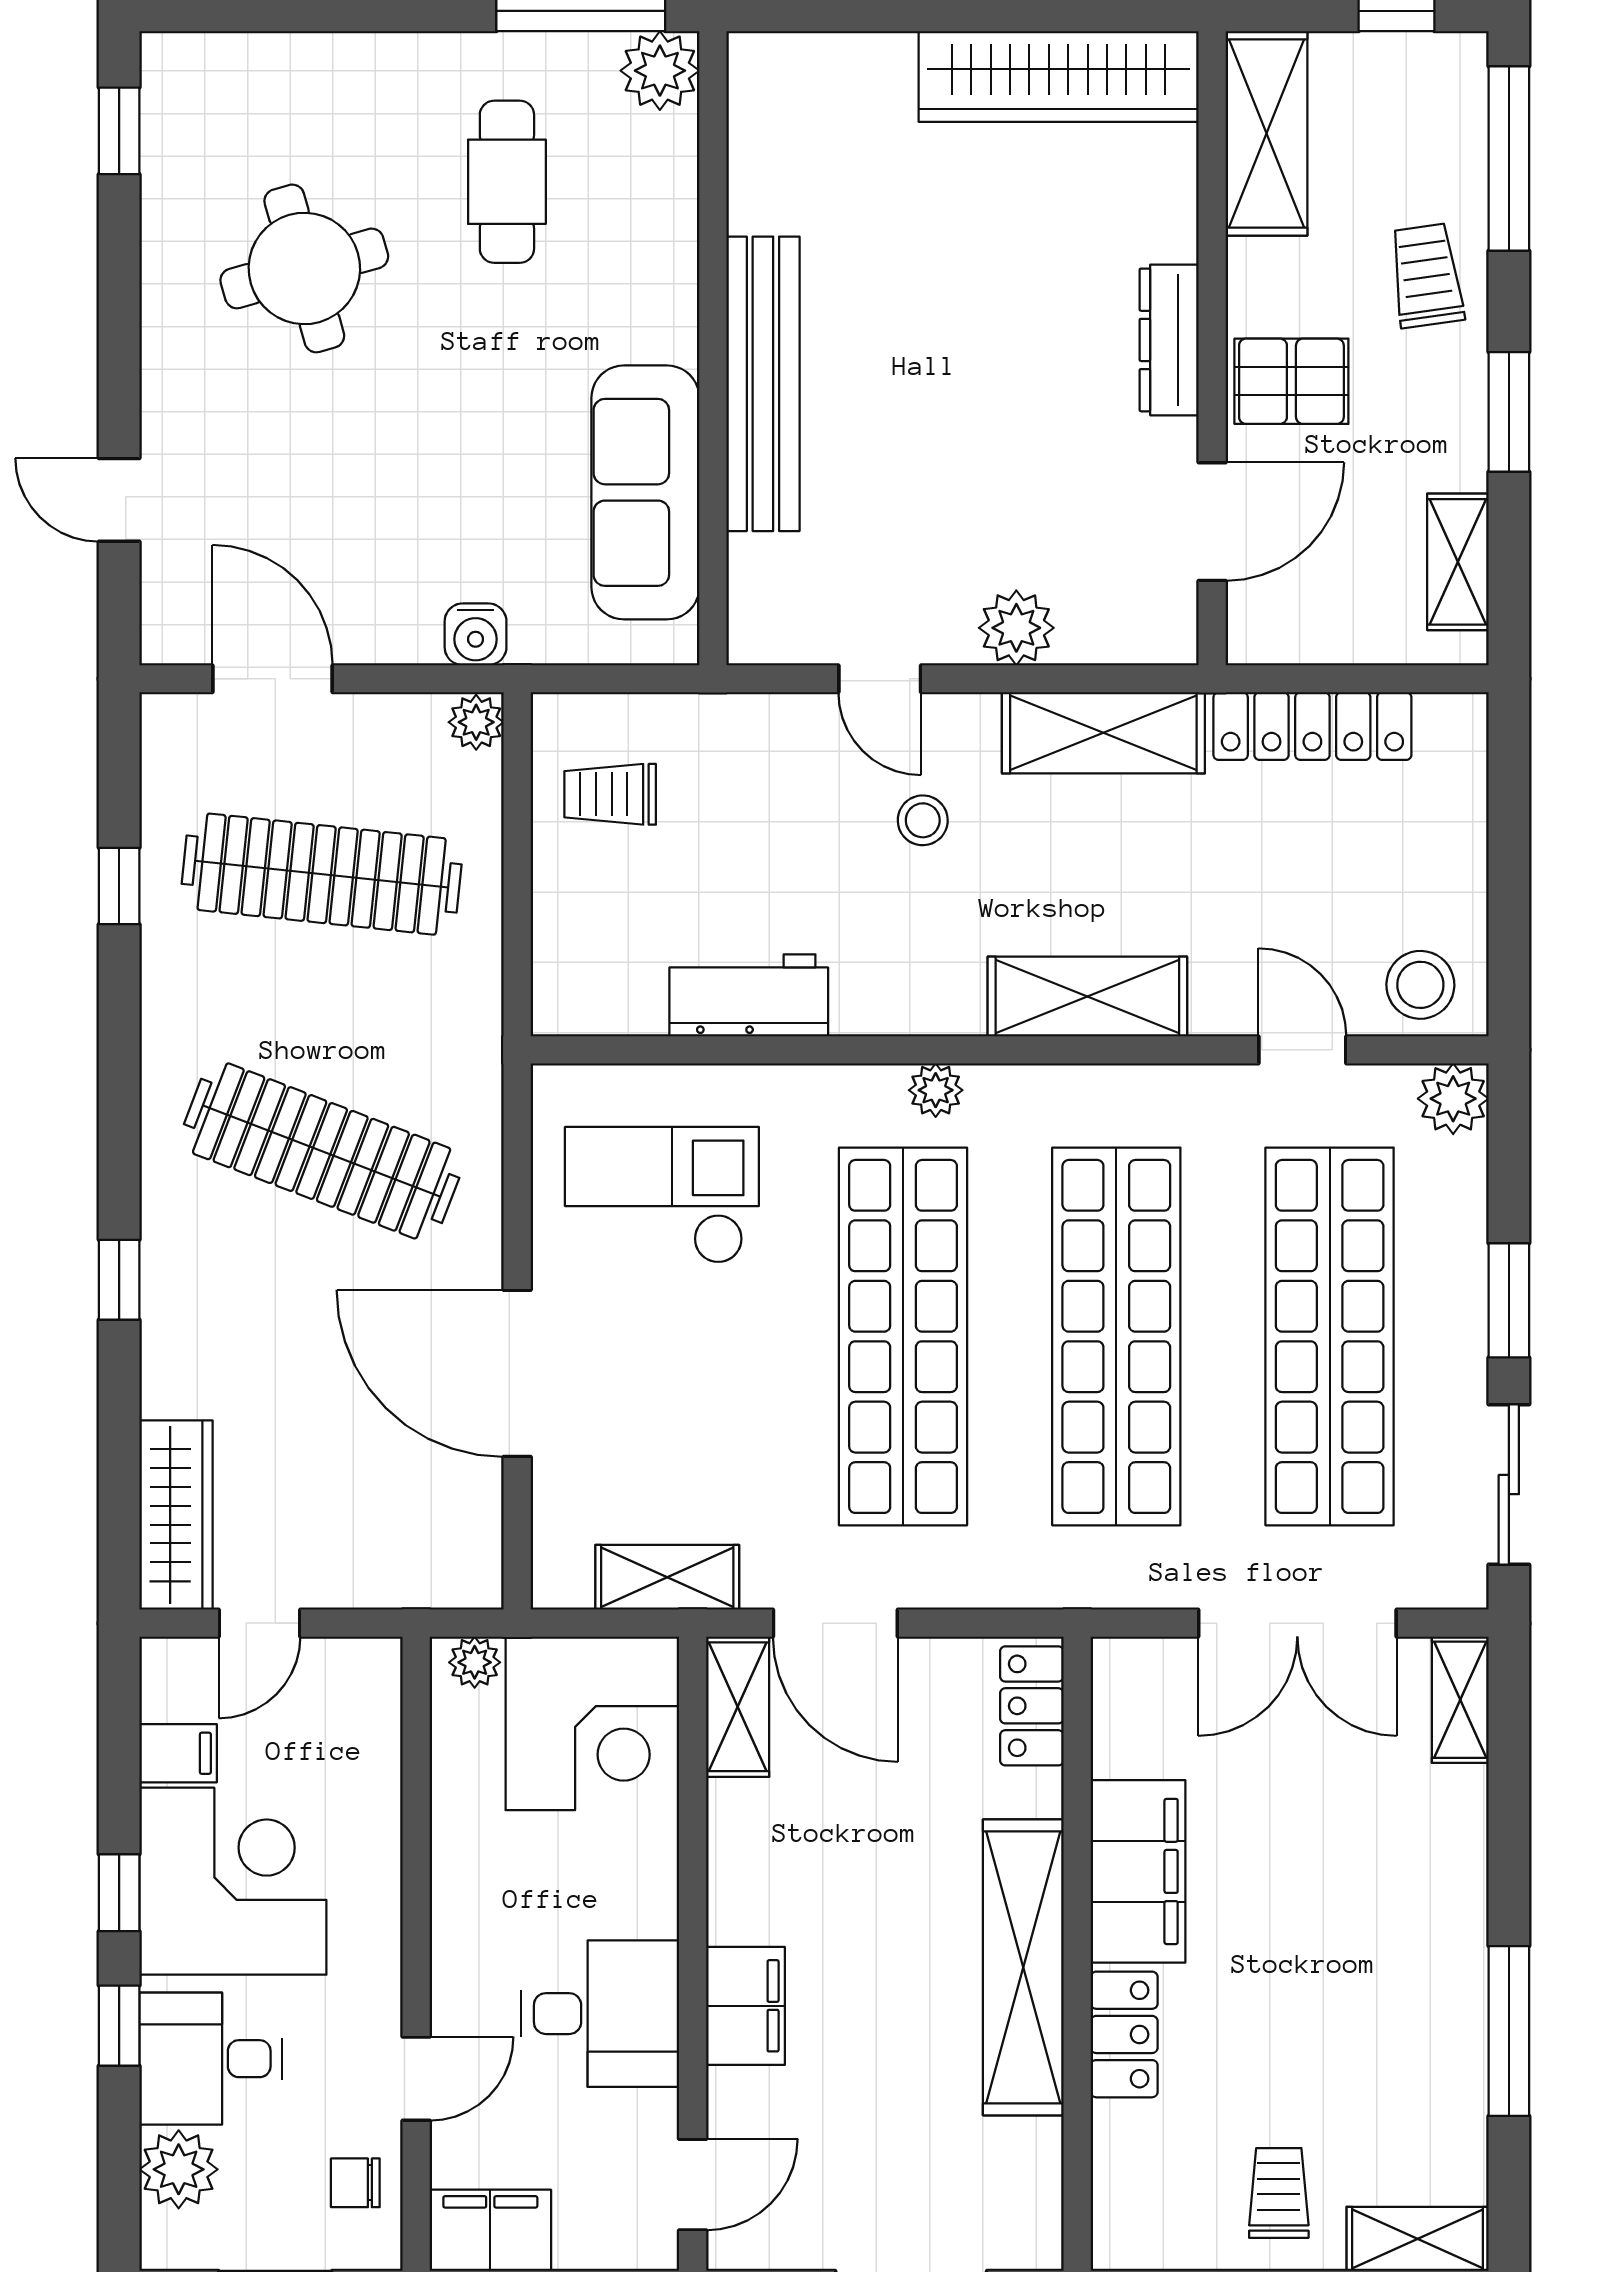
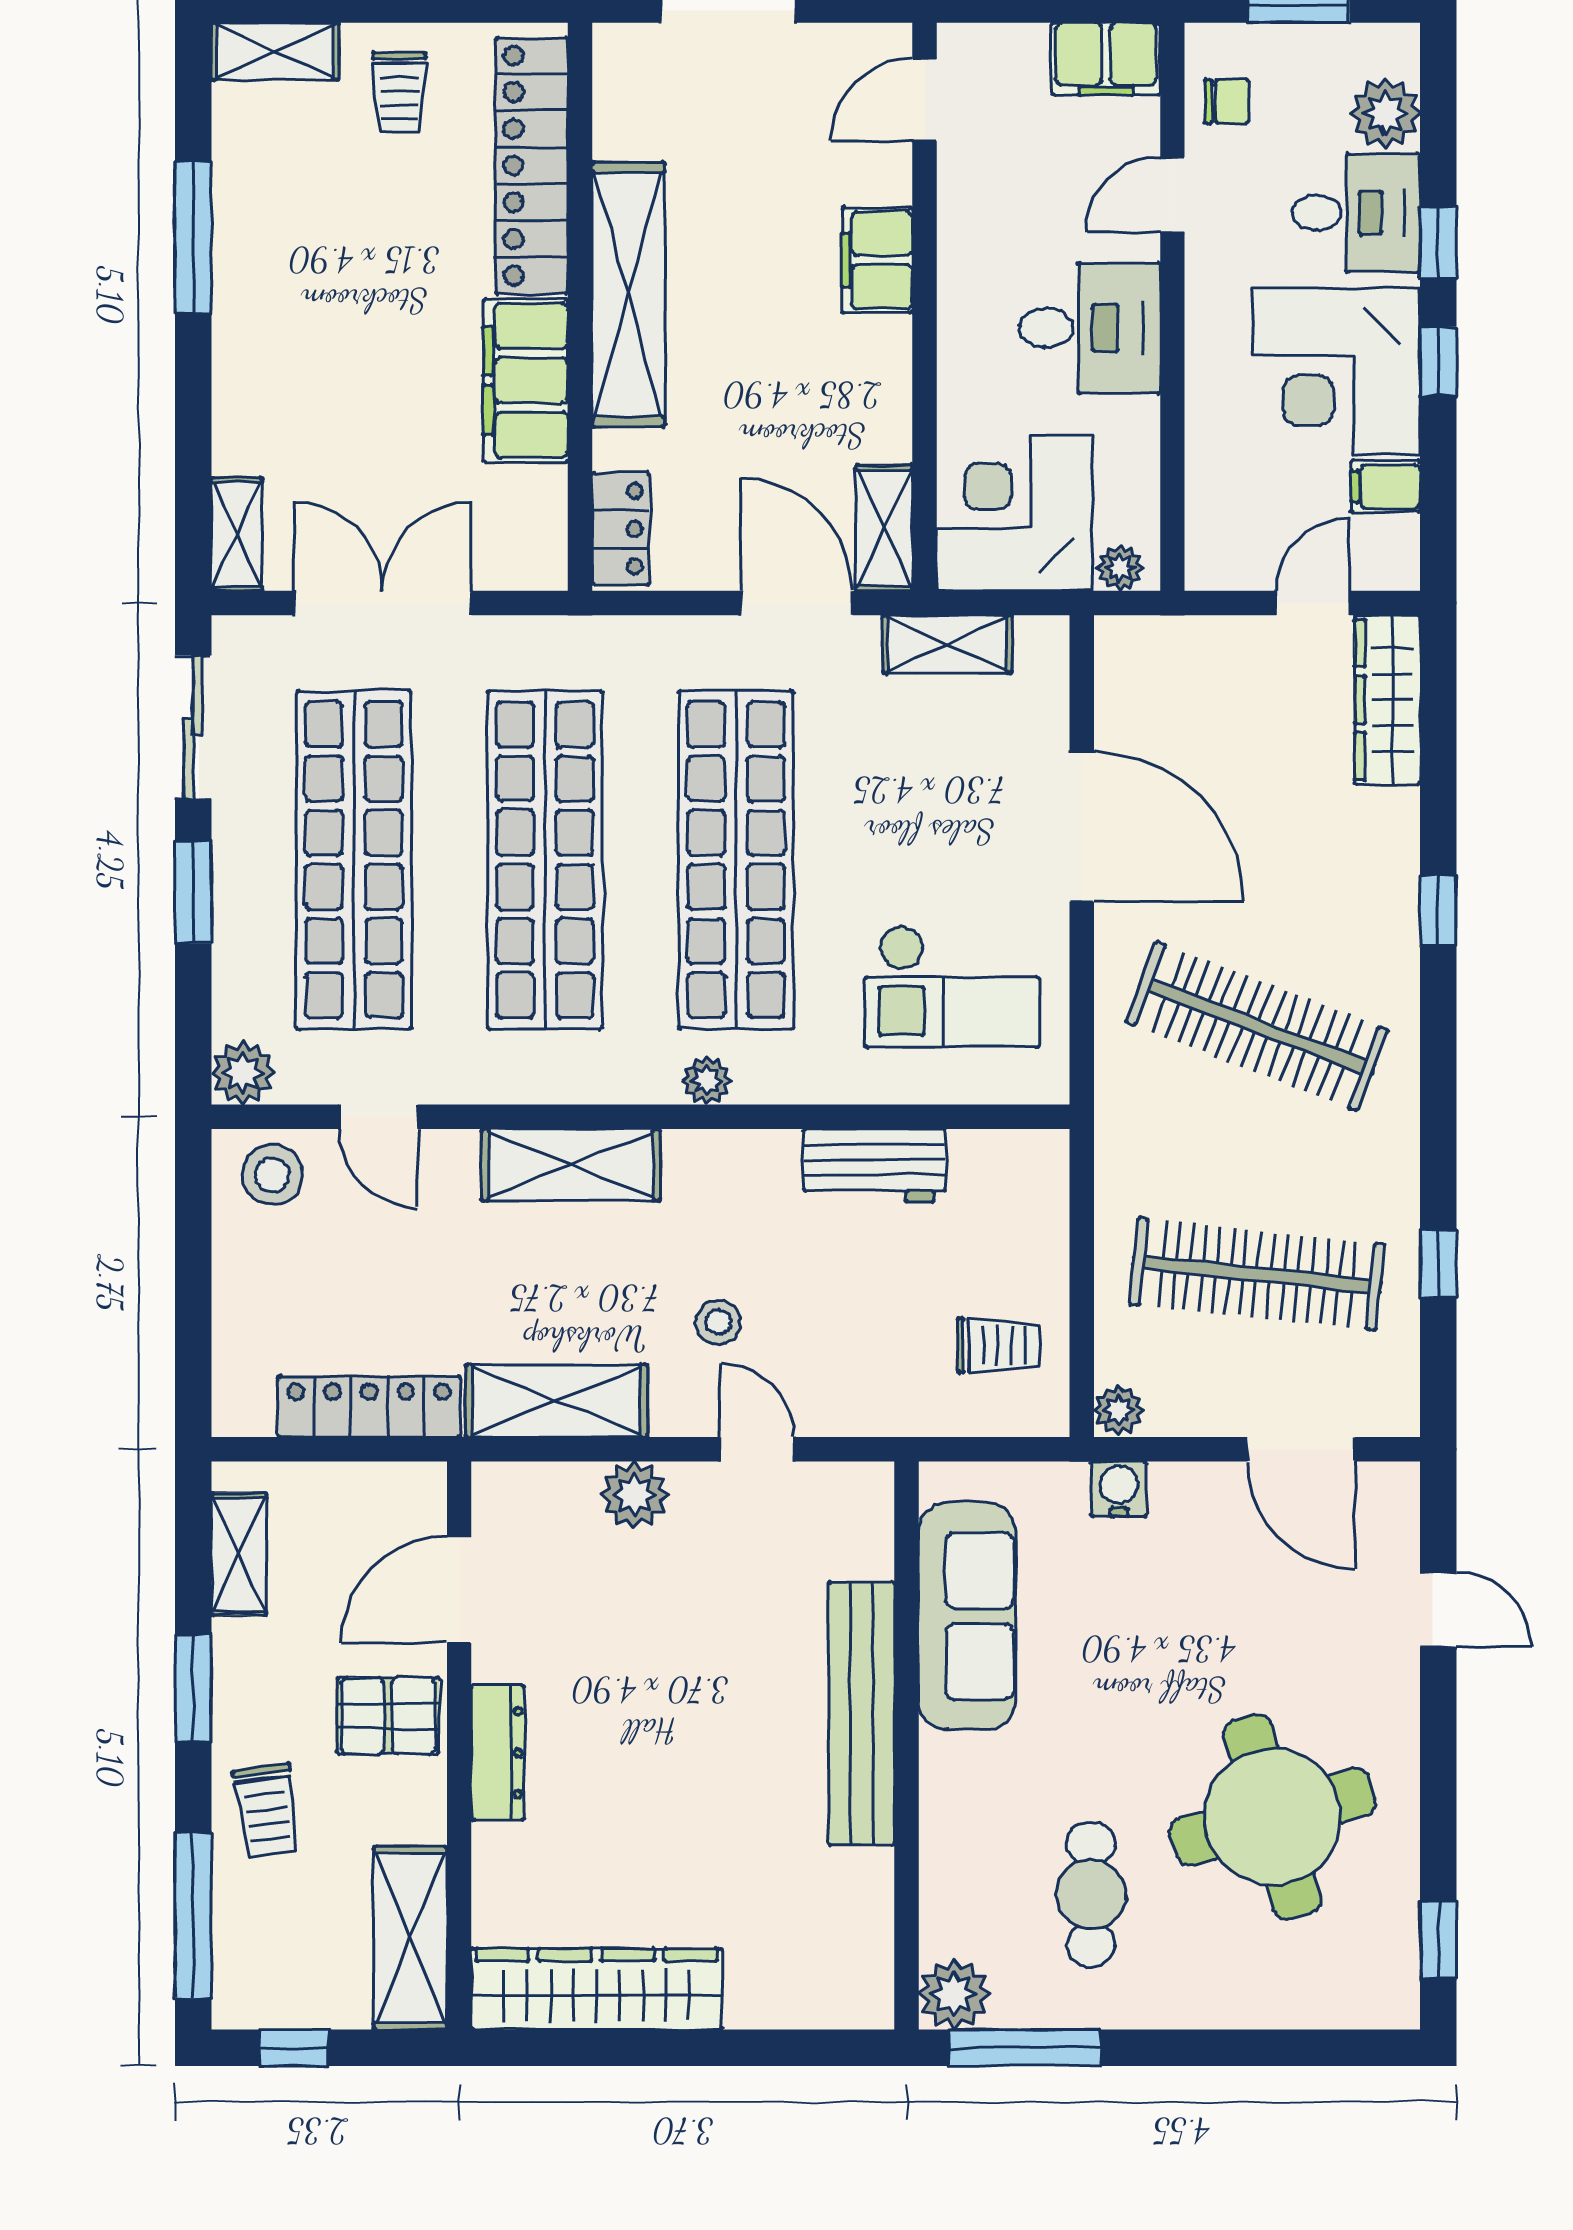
round table: (304, 268) -> (1272, 1817), width x1.36, depth x1.36
desk: (600, 2014) -> (1090, 328), moved, turned 180
locker: (1124, 2034) -> (532, 166), width x2.16, depth x1.21

